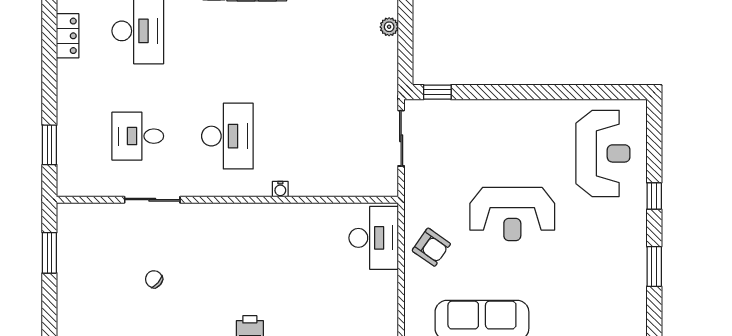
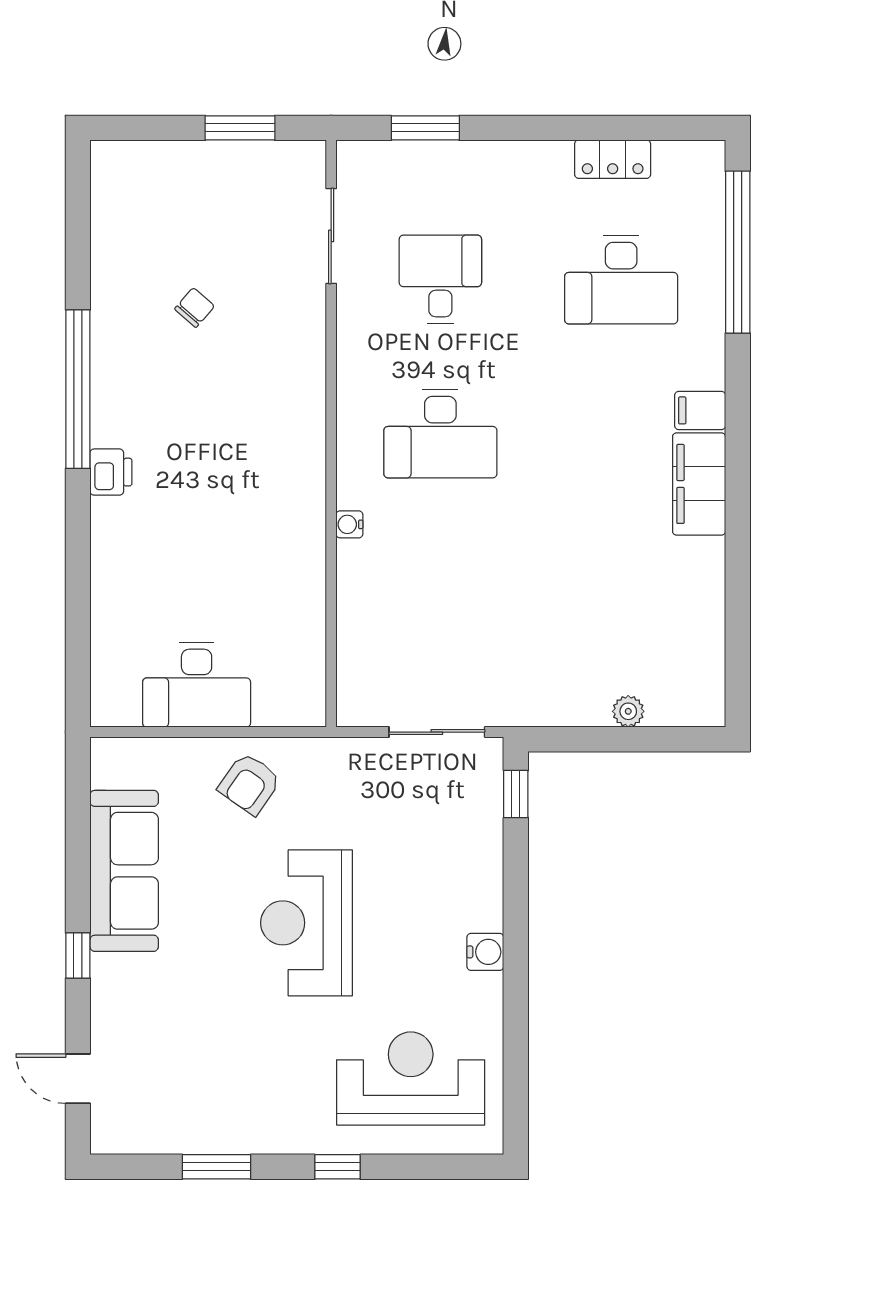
water cooler: (529, 110) -> (485, 952), added
reception desk: (603, 153) -> (411, 1078), turned 180
sliding door: (152, 200) -> (331, 236), moved
desk: (374, 238) -> (197, 685), moved

